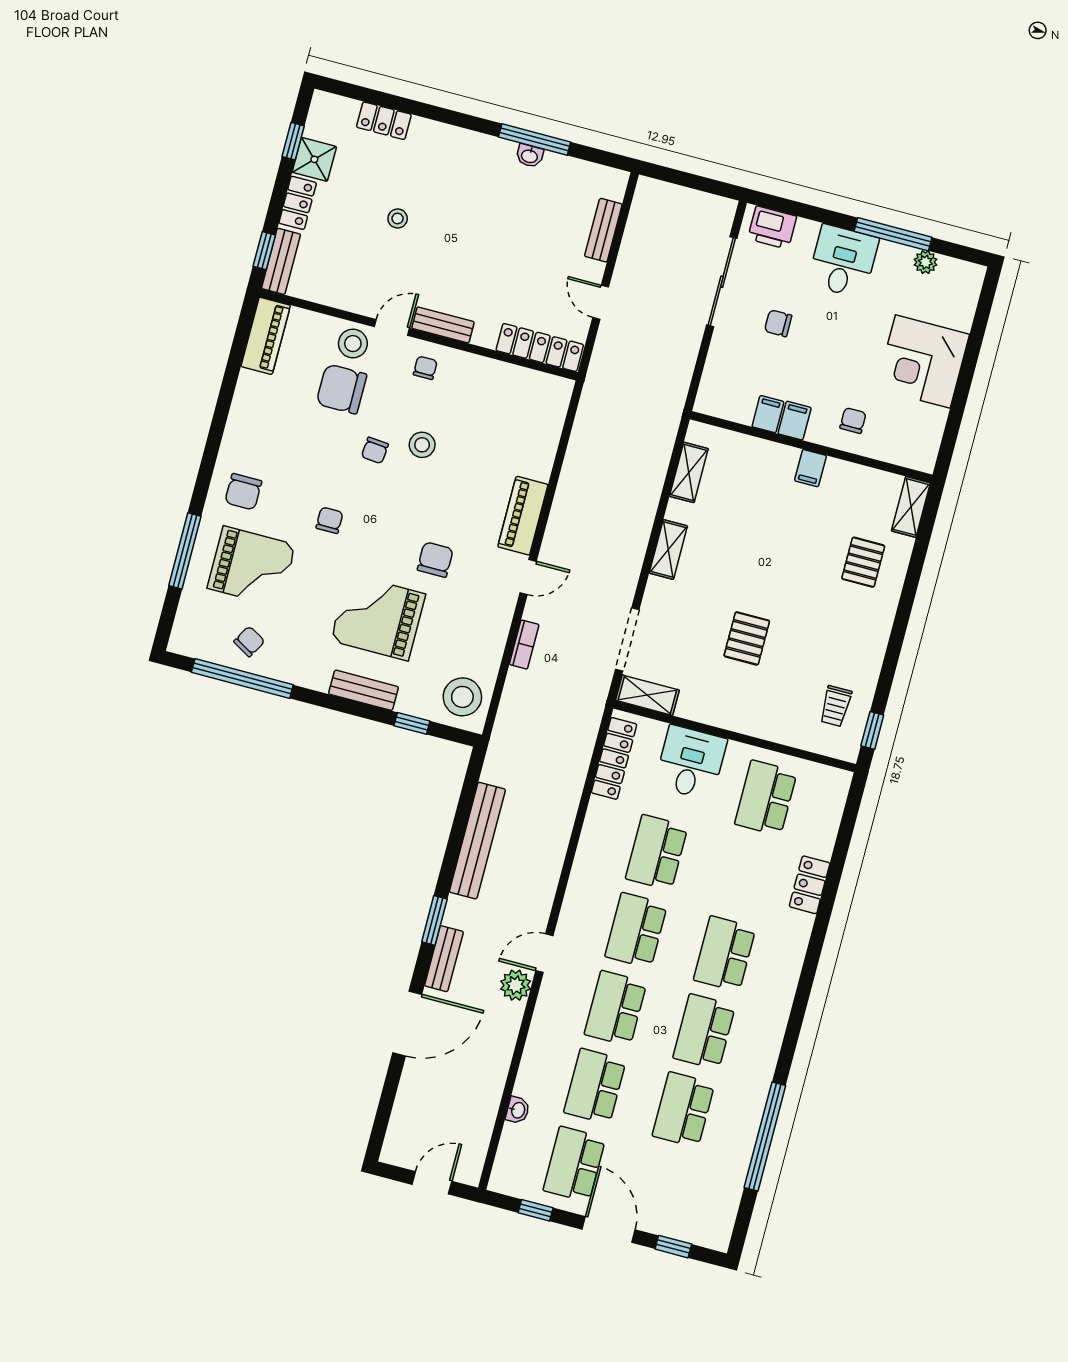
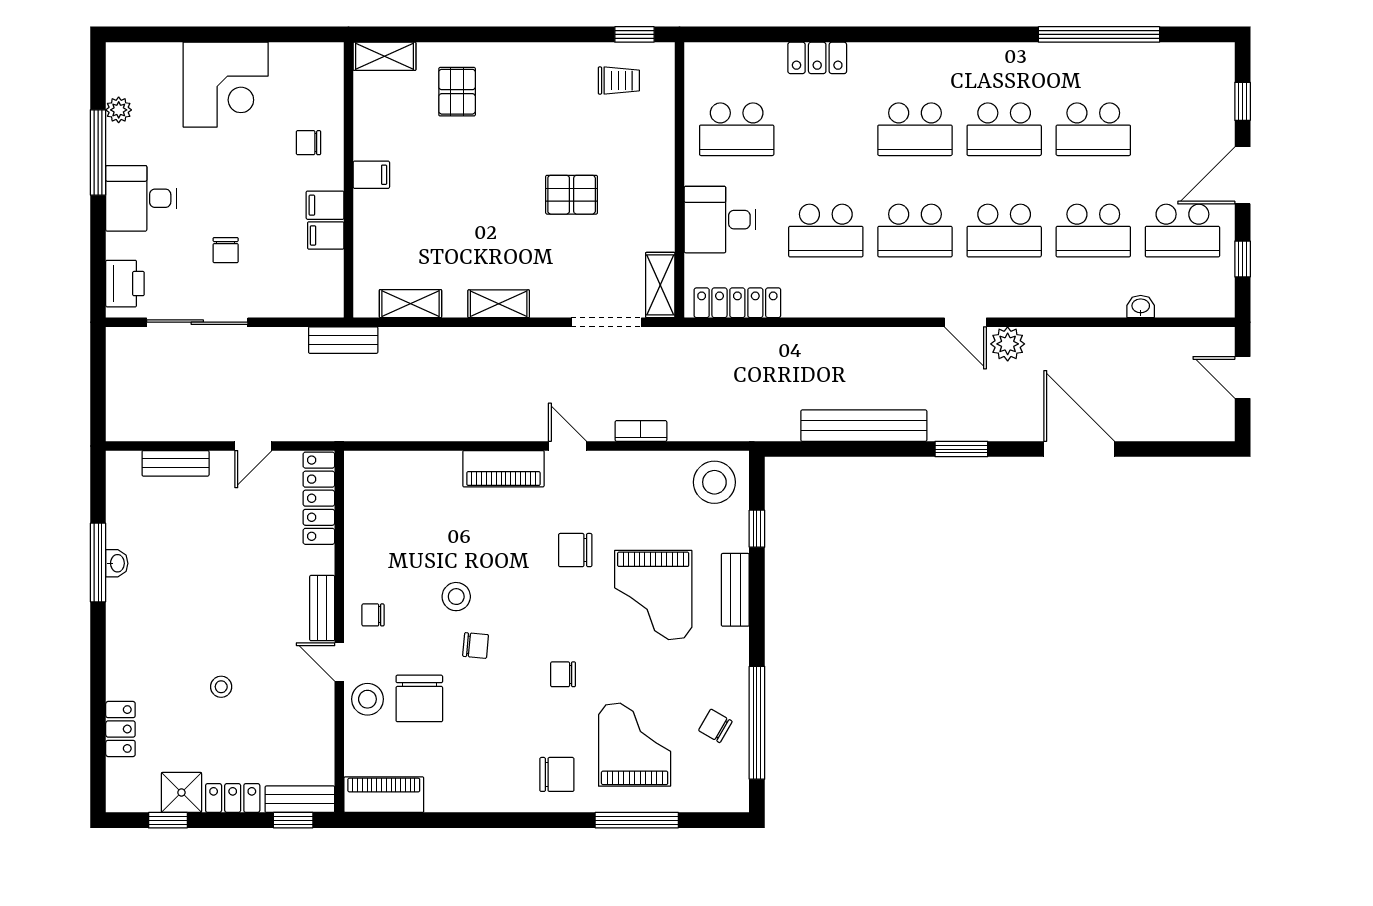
pallet: (863, 562) -> (457, 92), turned 90
bench: (444, 959) -> (343, 340), moved

